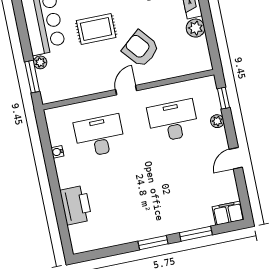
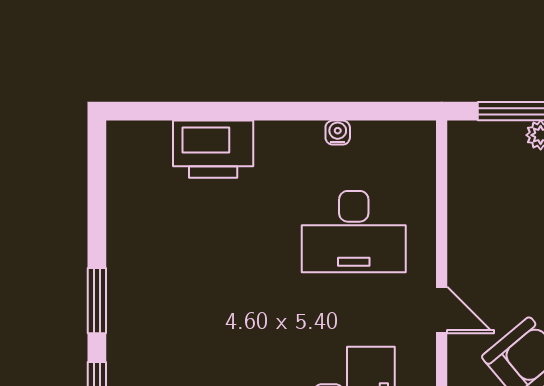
desk: (99, 136) -> (354, 232), turned 90

